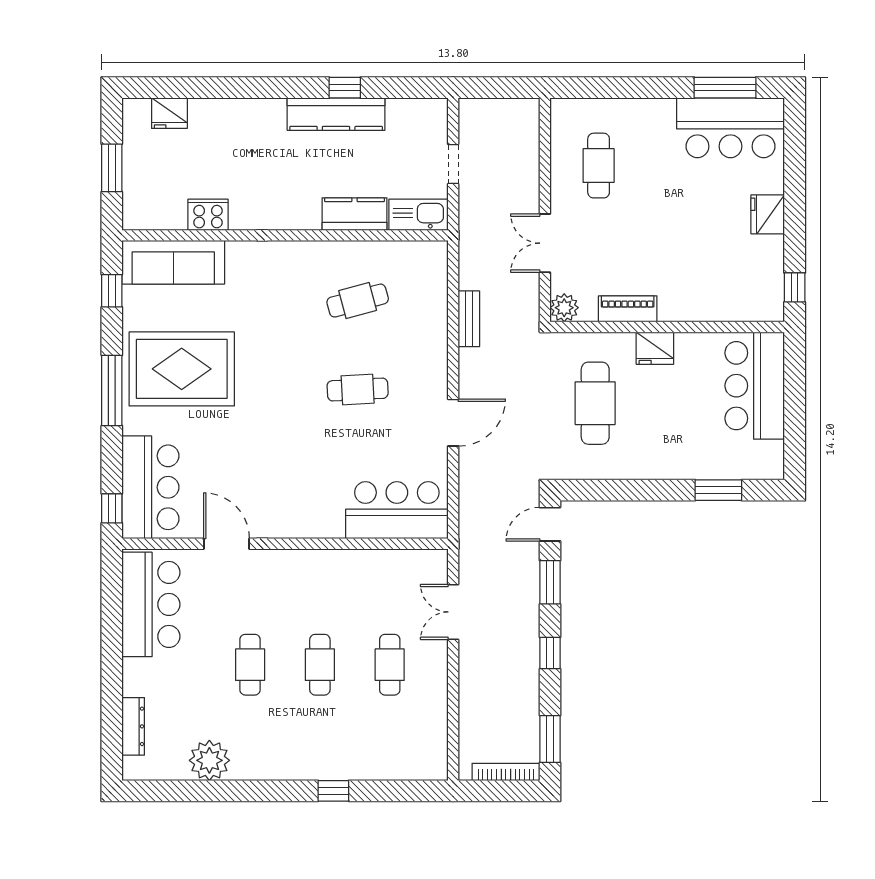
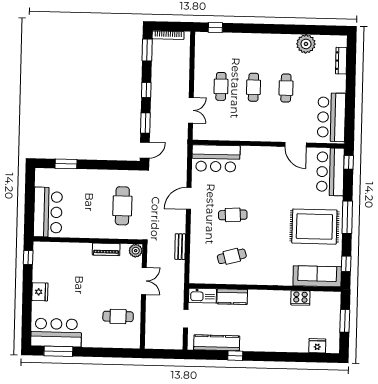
kitchen counter: (336, 114) -> (217, 343), moved
cafe table: (599, 166) -> (118, 316), turned 90
fridge: (655, 348) -> (94, 231), removed
window: (333, 791) -> (215, 28), moved

